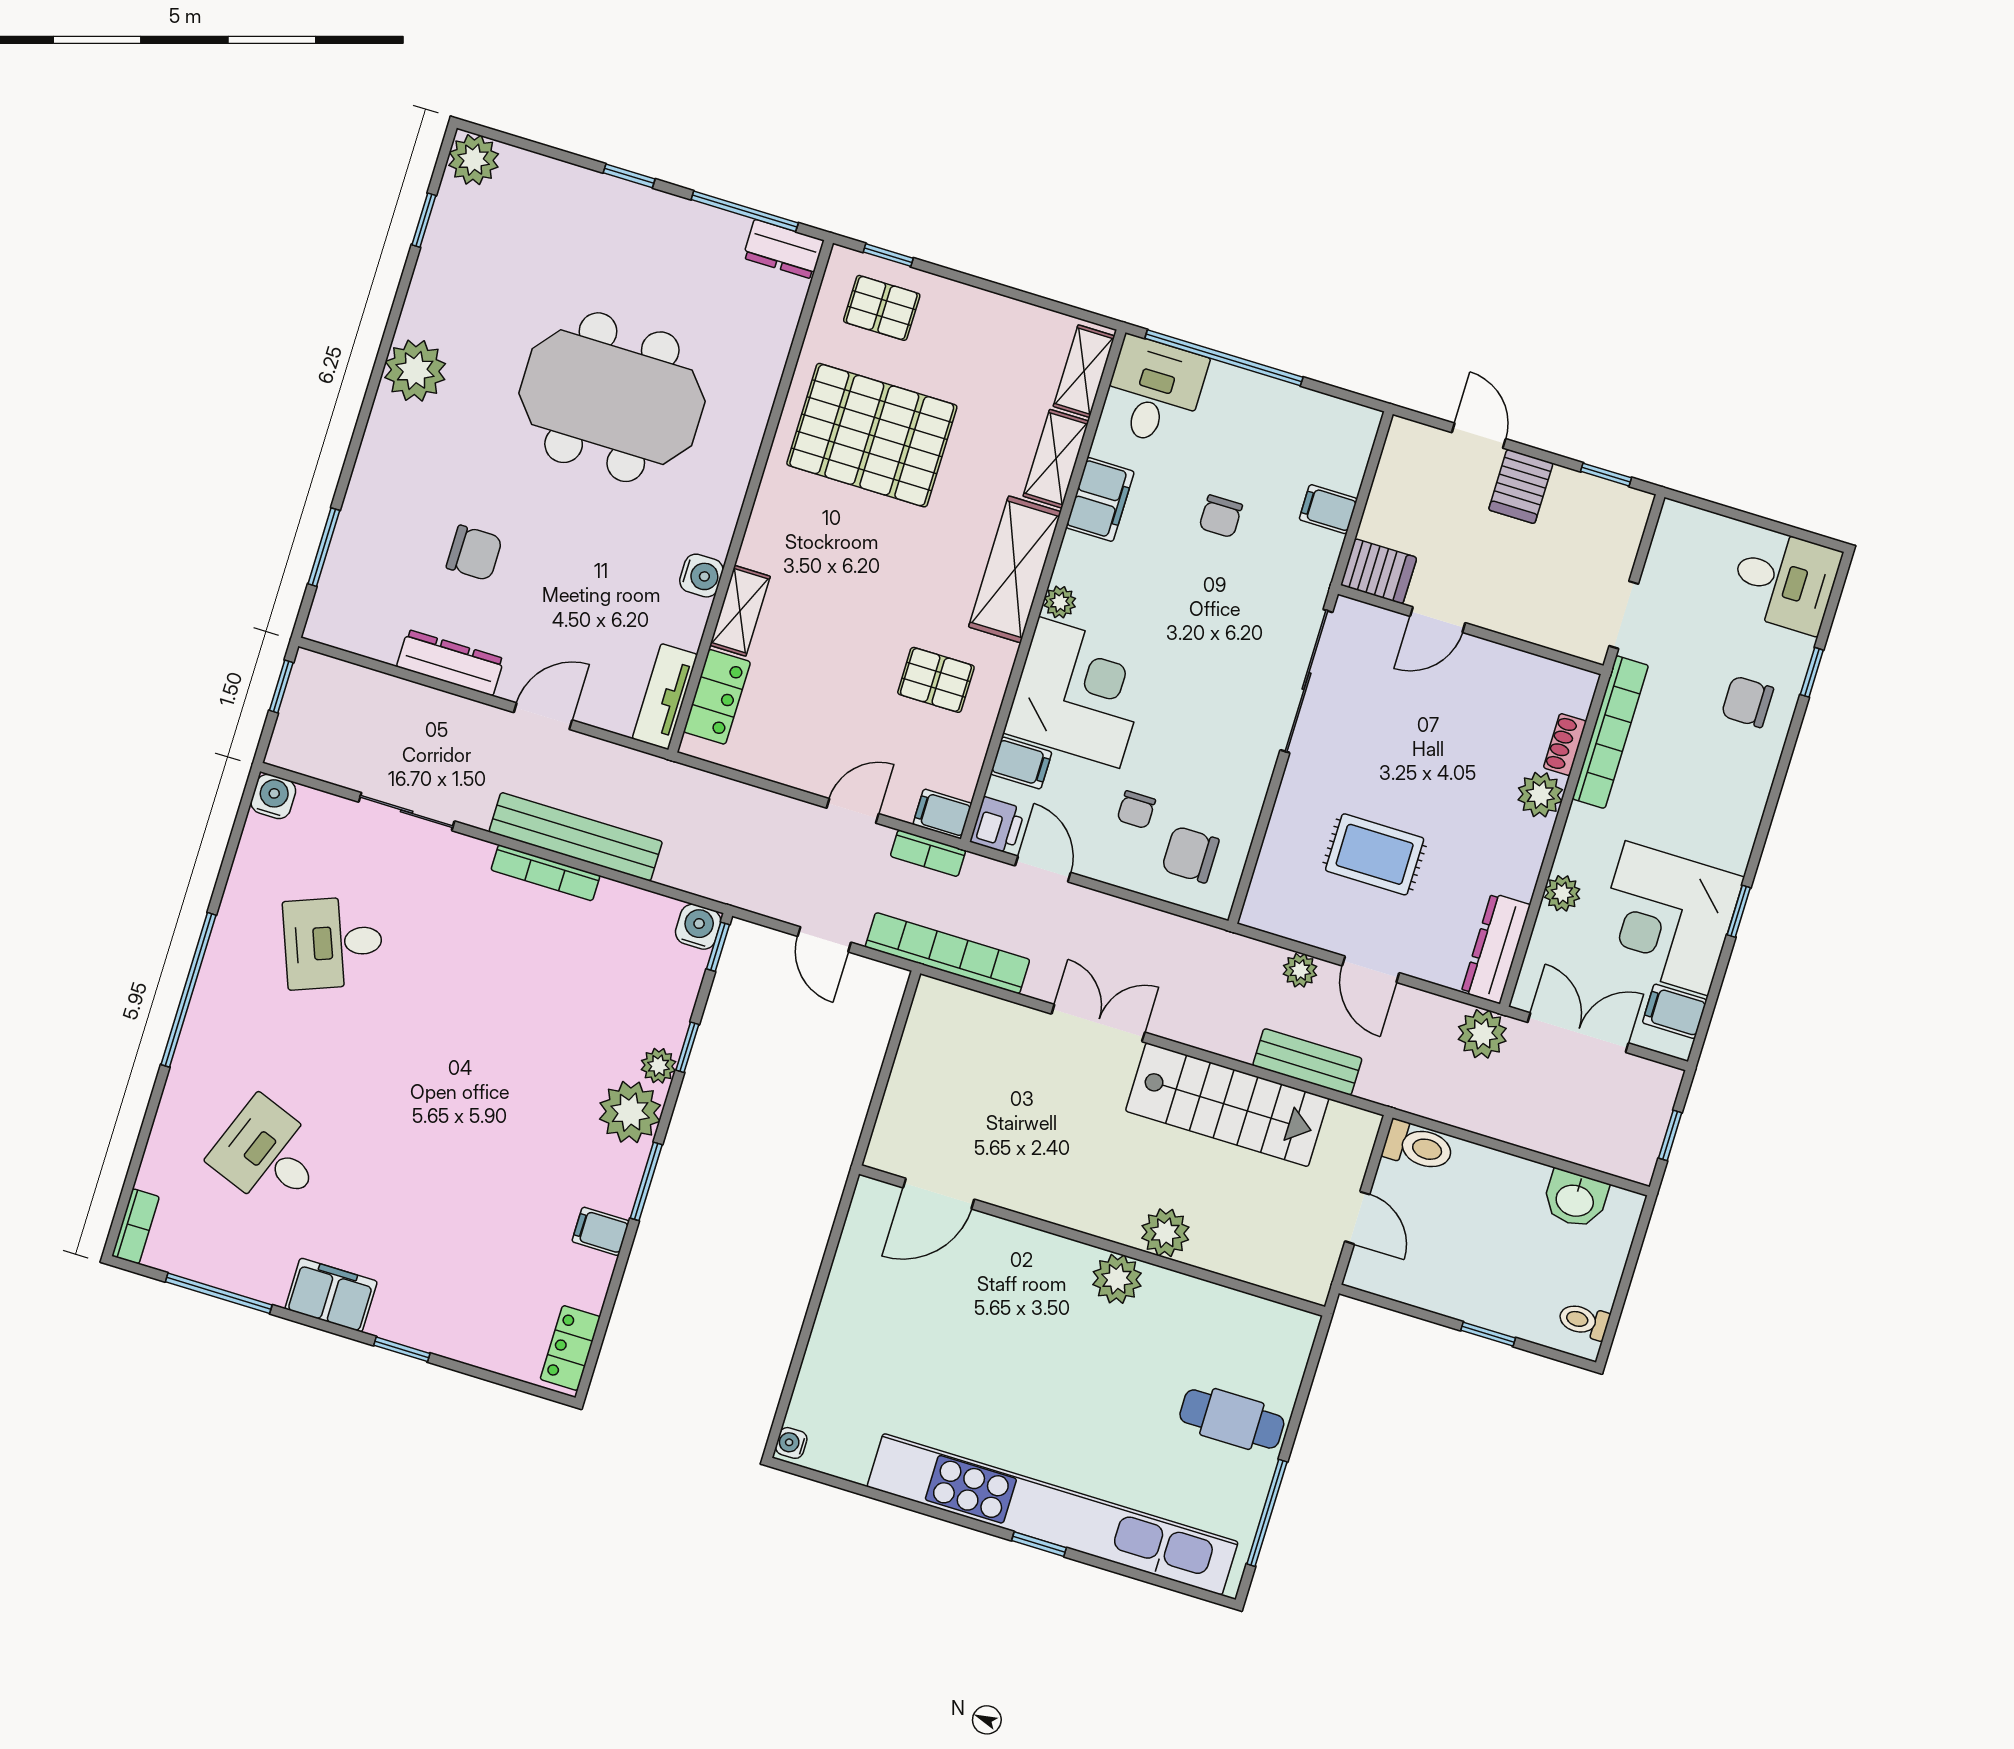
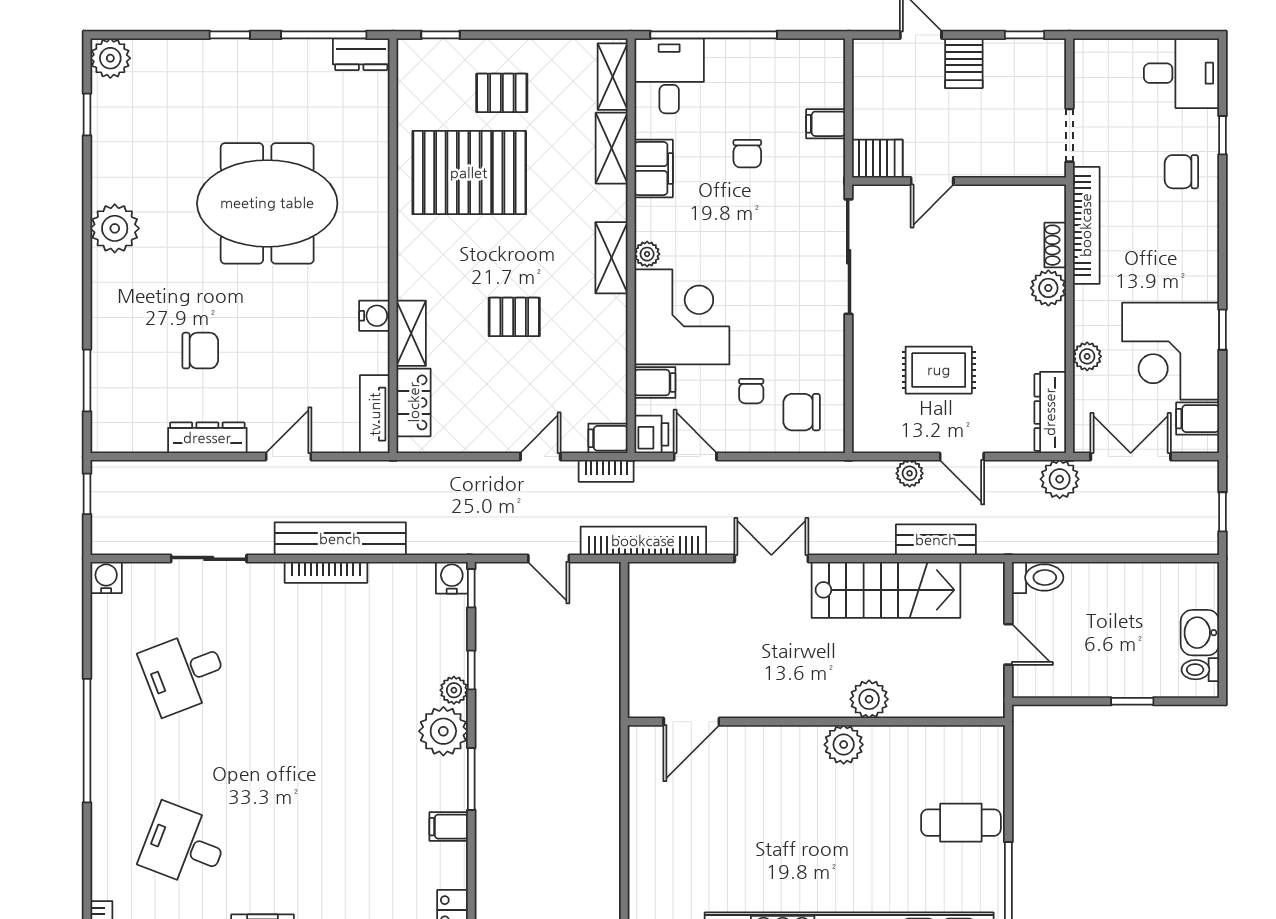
pallet: (882, 308) -> (502, 93), moved
shelving: (1015, 569) -> (612, 258), width x0.67, depth x0.75
pallet: (936, 680) -> (514, 317), moved
washbasin: (1575, 1199) -> (1200, 633), moved, turned 90

